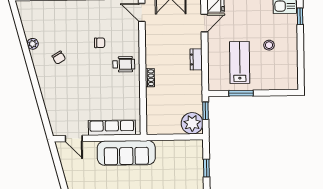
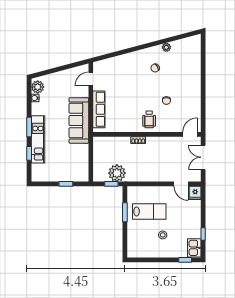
dresser: (196, 59) -> (152, 177), removed
plant: (192, 123) -> (117, 173), moved

